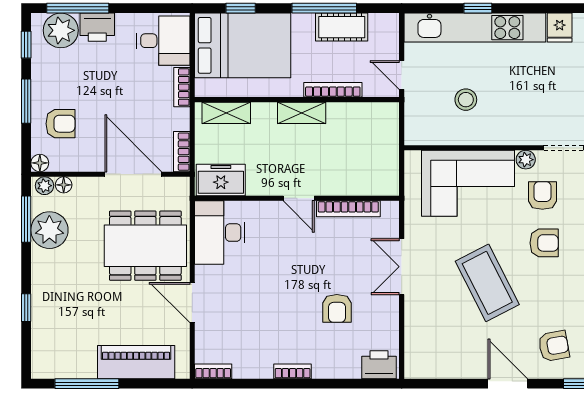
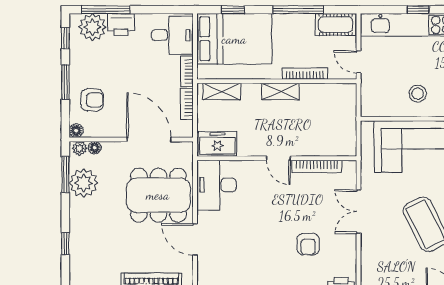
cot: (342, 27) -> (336, 24), moved
stool: (466, 100) -> (418, 94), moved
bookcase: (182, 152) -> (187, 104), moved

